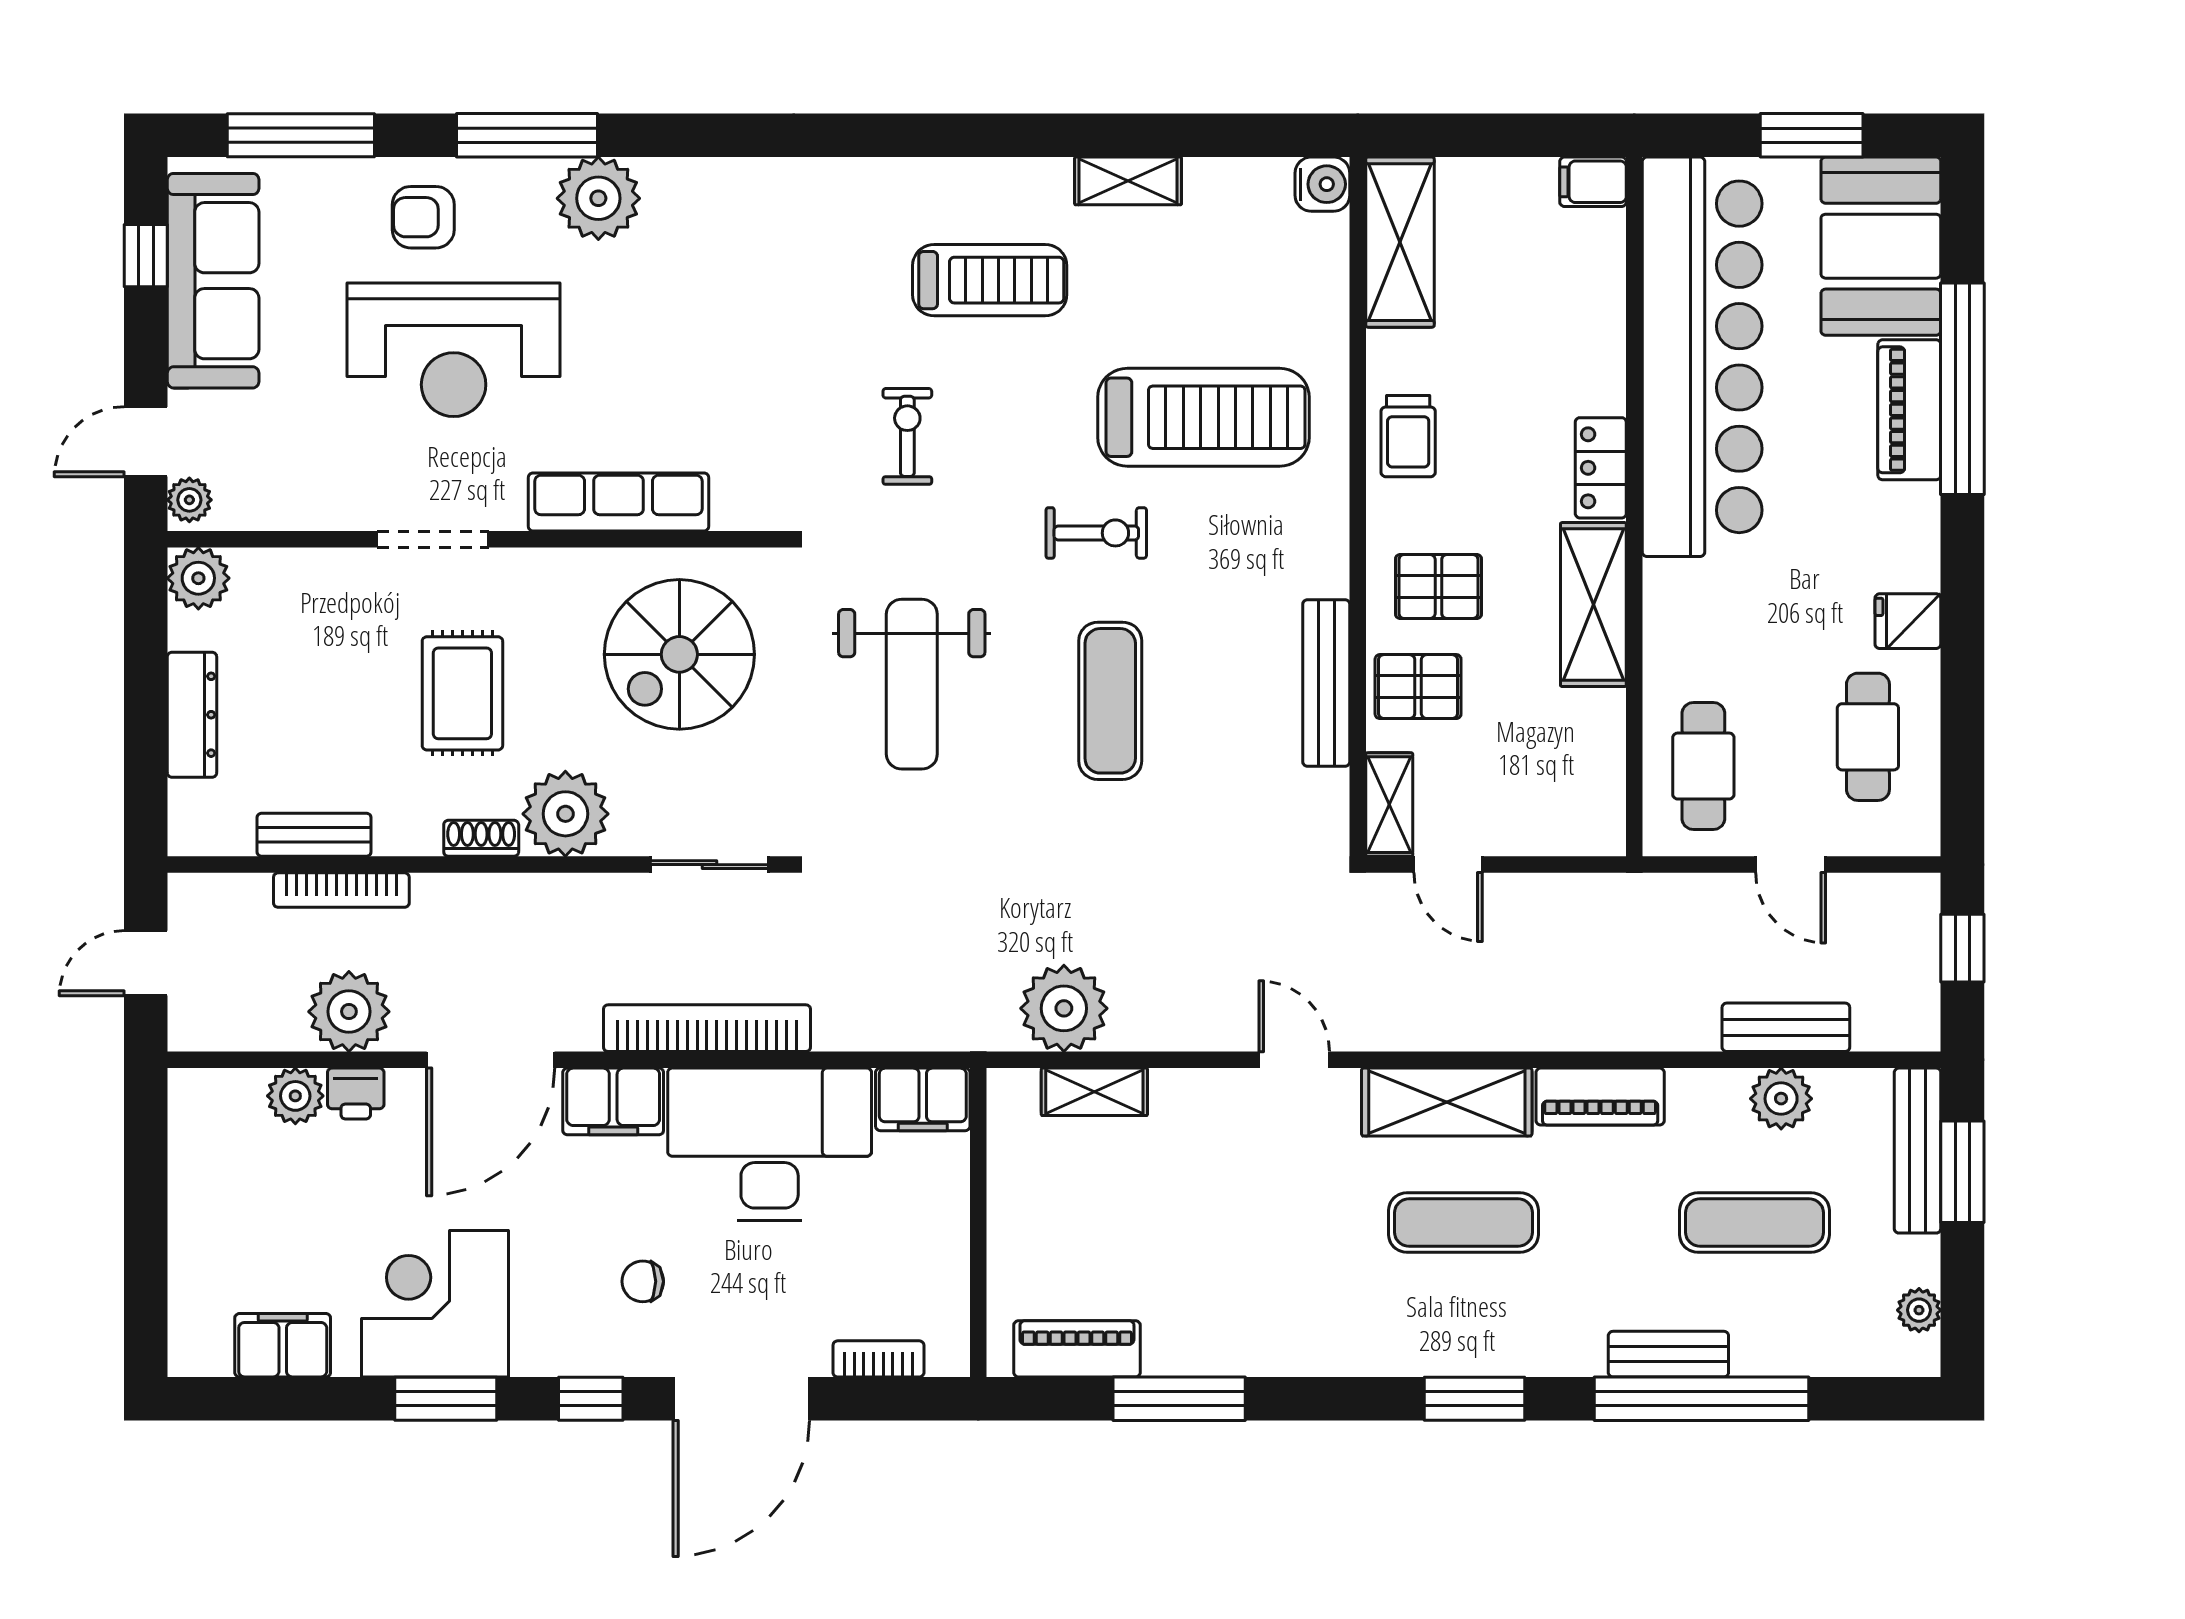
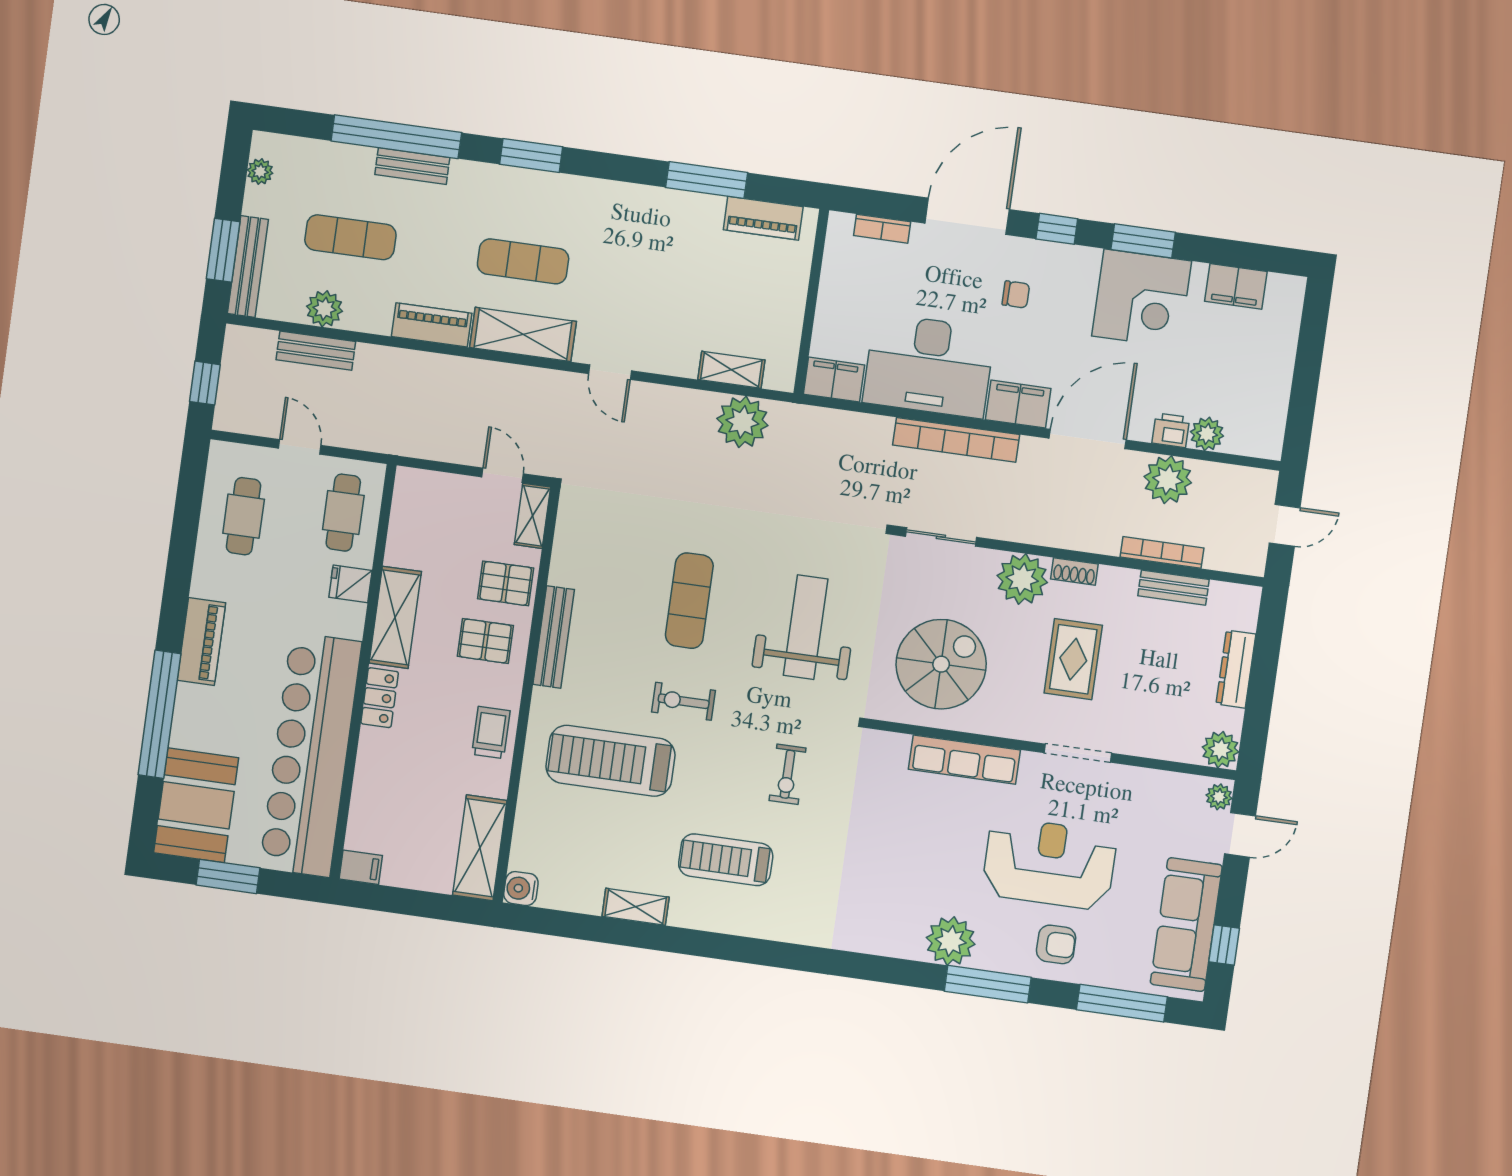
piano: (1909, 410) -> (201, 642), moved
fridge: (1908, 621) -> (350, 584), moved, turned 180
bench: (1326, 683) -> (554, 637), moved

